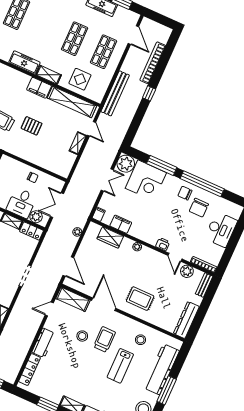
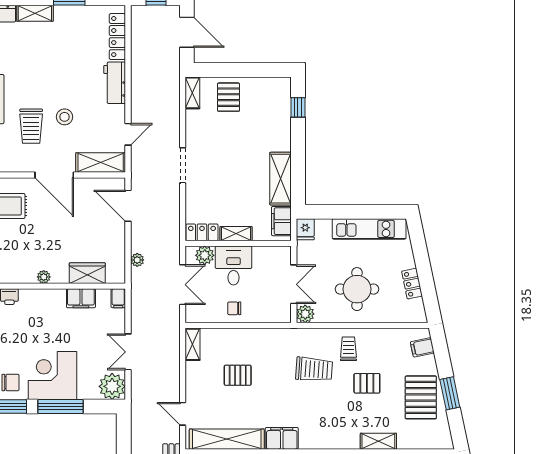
pallet: (32, 126) -> (238, 375), moved
shelving: (78, 143) -> (193, 344), moved
corner desk: (146, 180) -> (52, 376), moved

